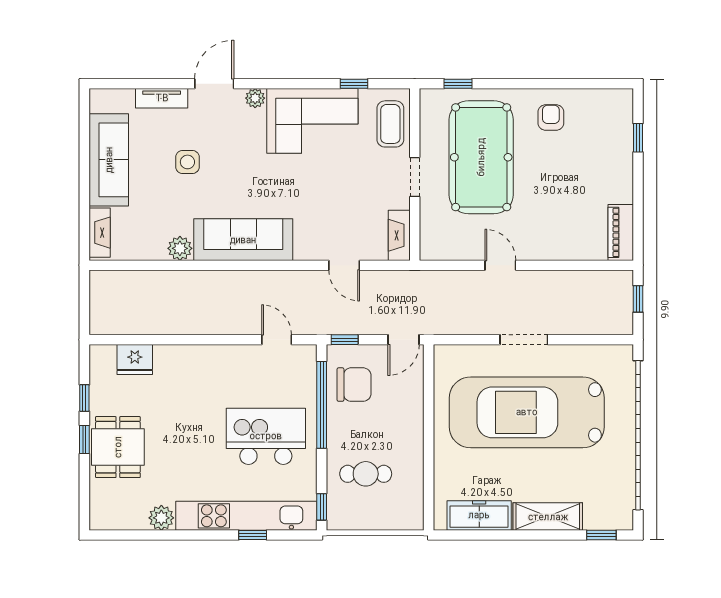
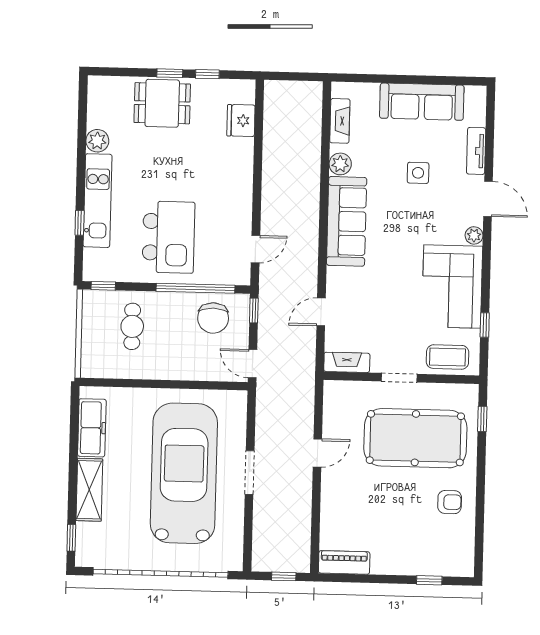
fireplace: (100, 233) -> (340, 121), moved, turned -90
kitchen unit: (246, 516) -> (98, 201), width x0.73

